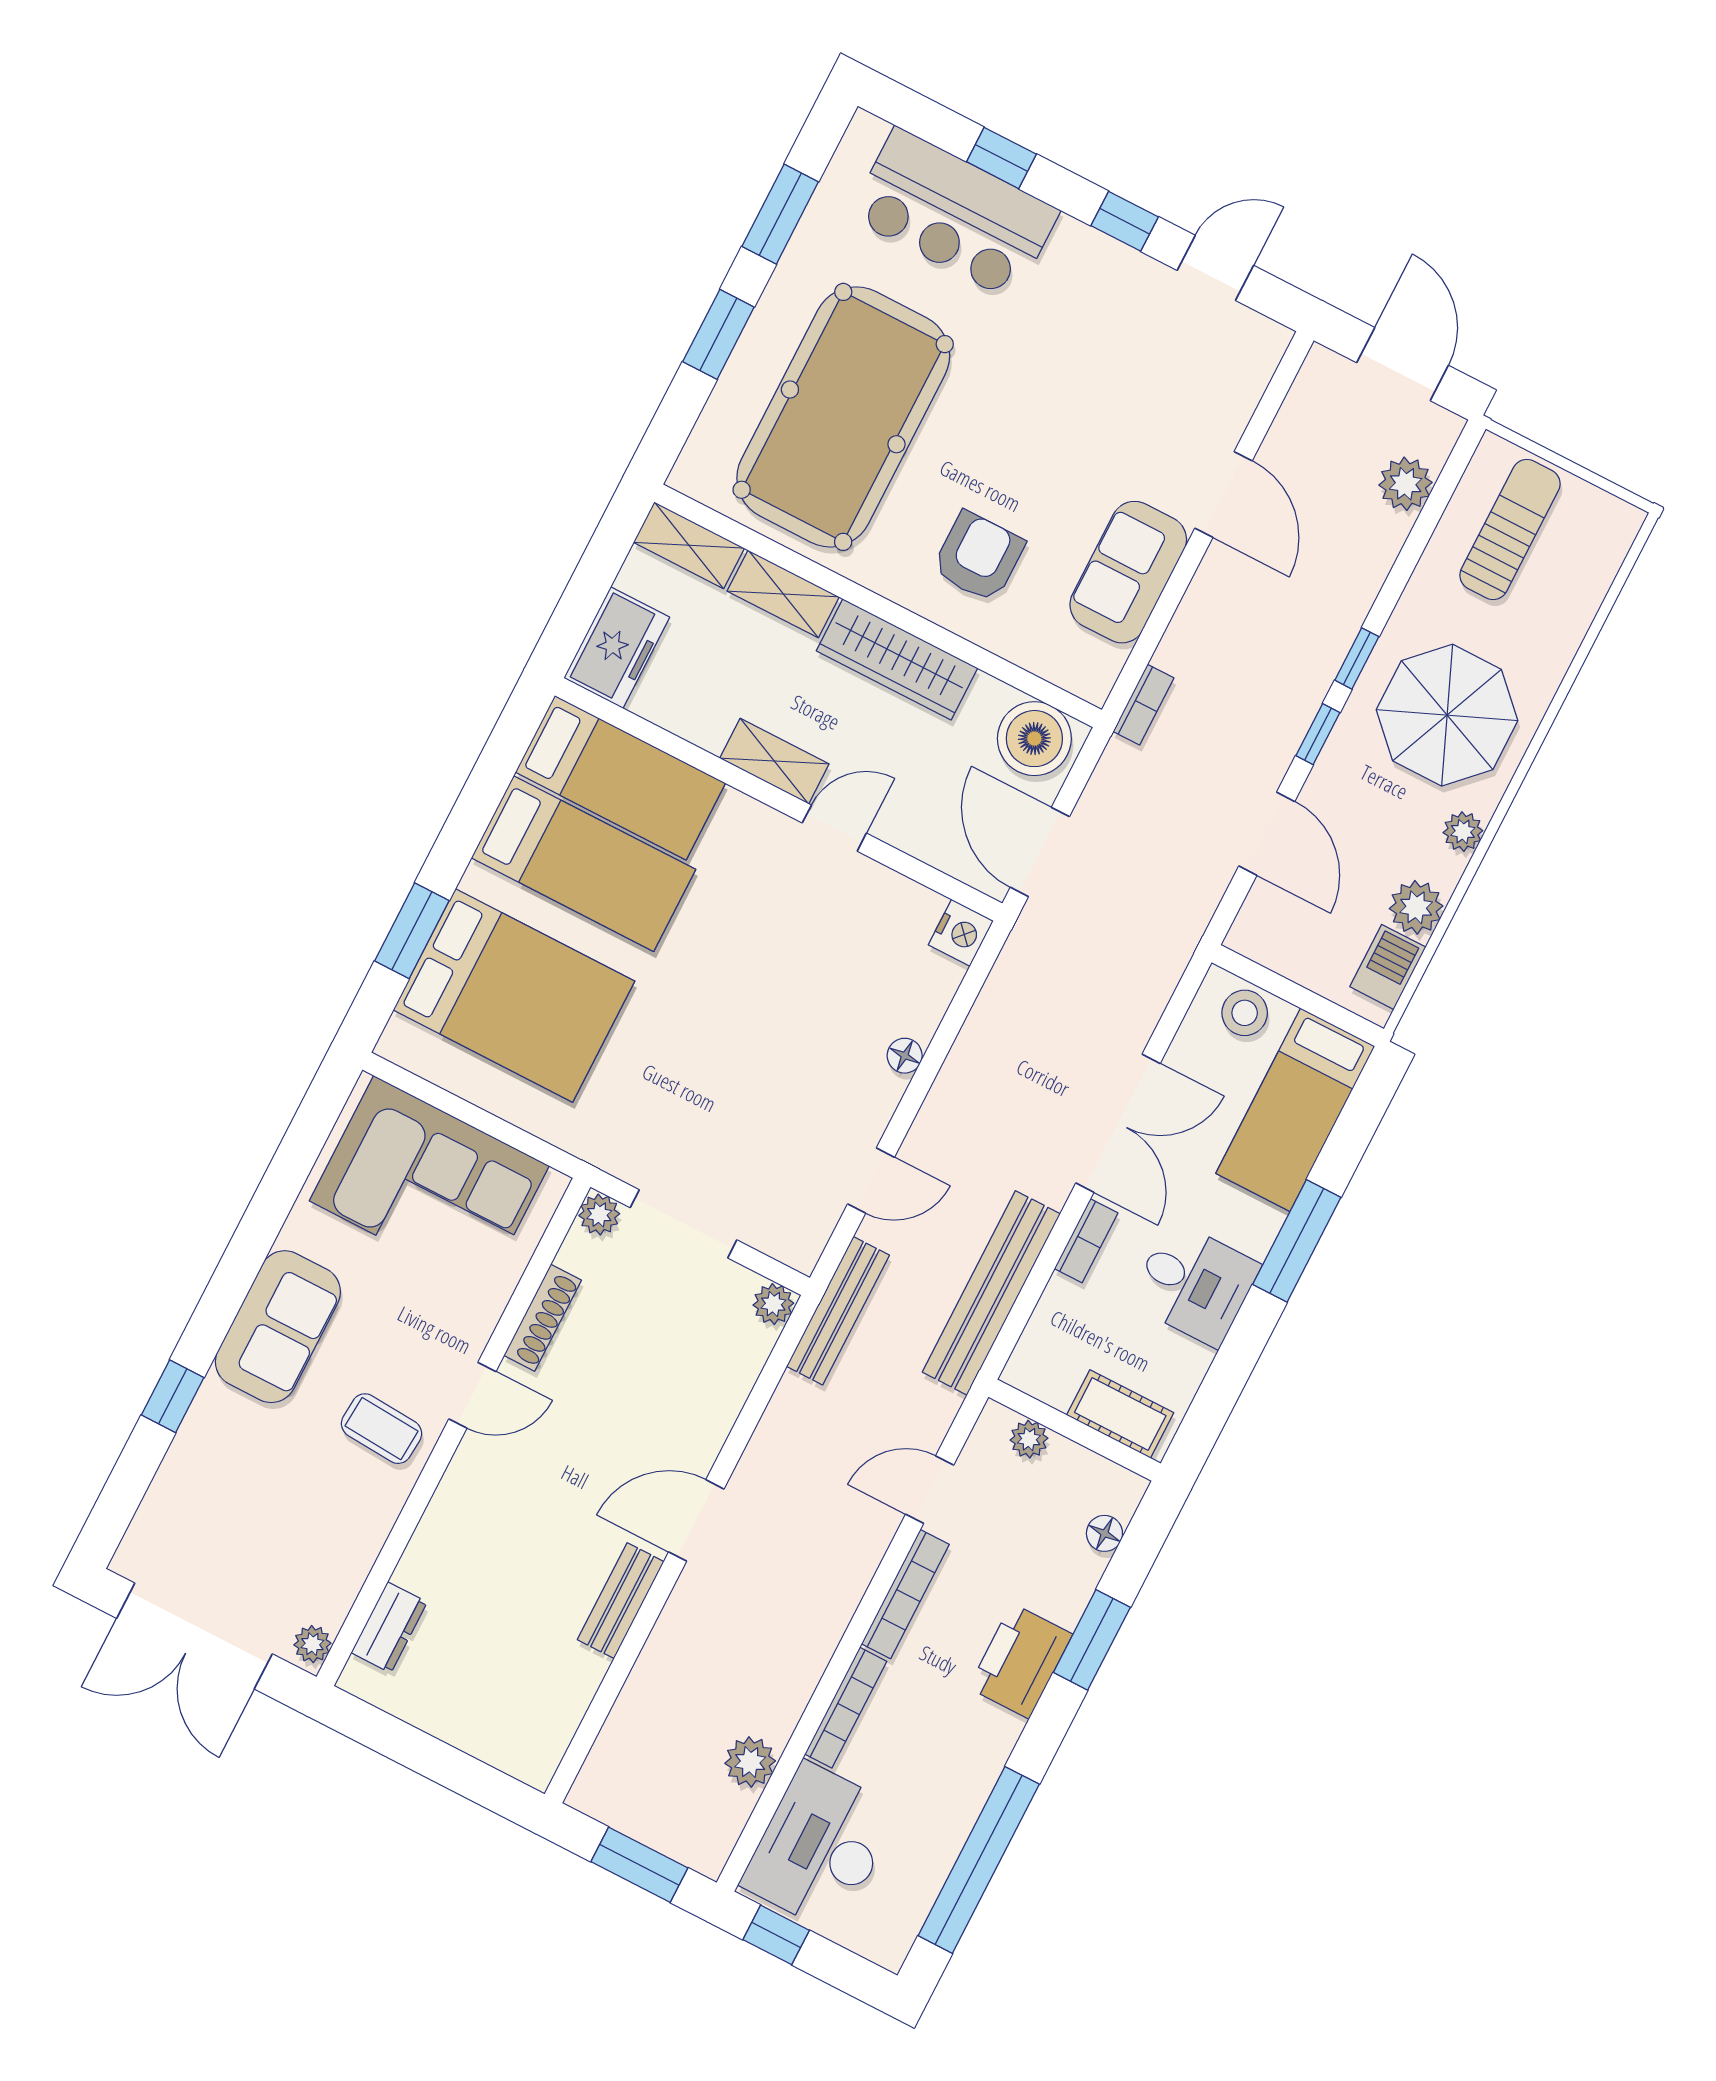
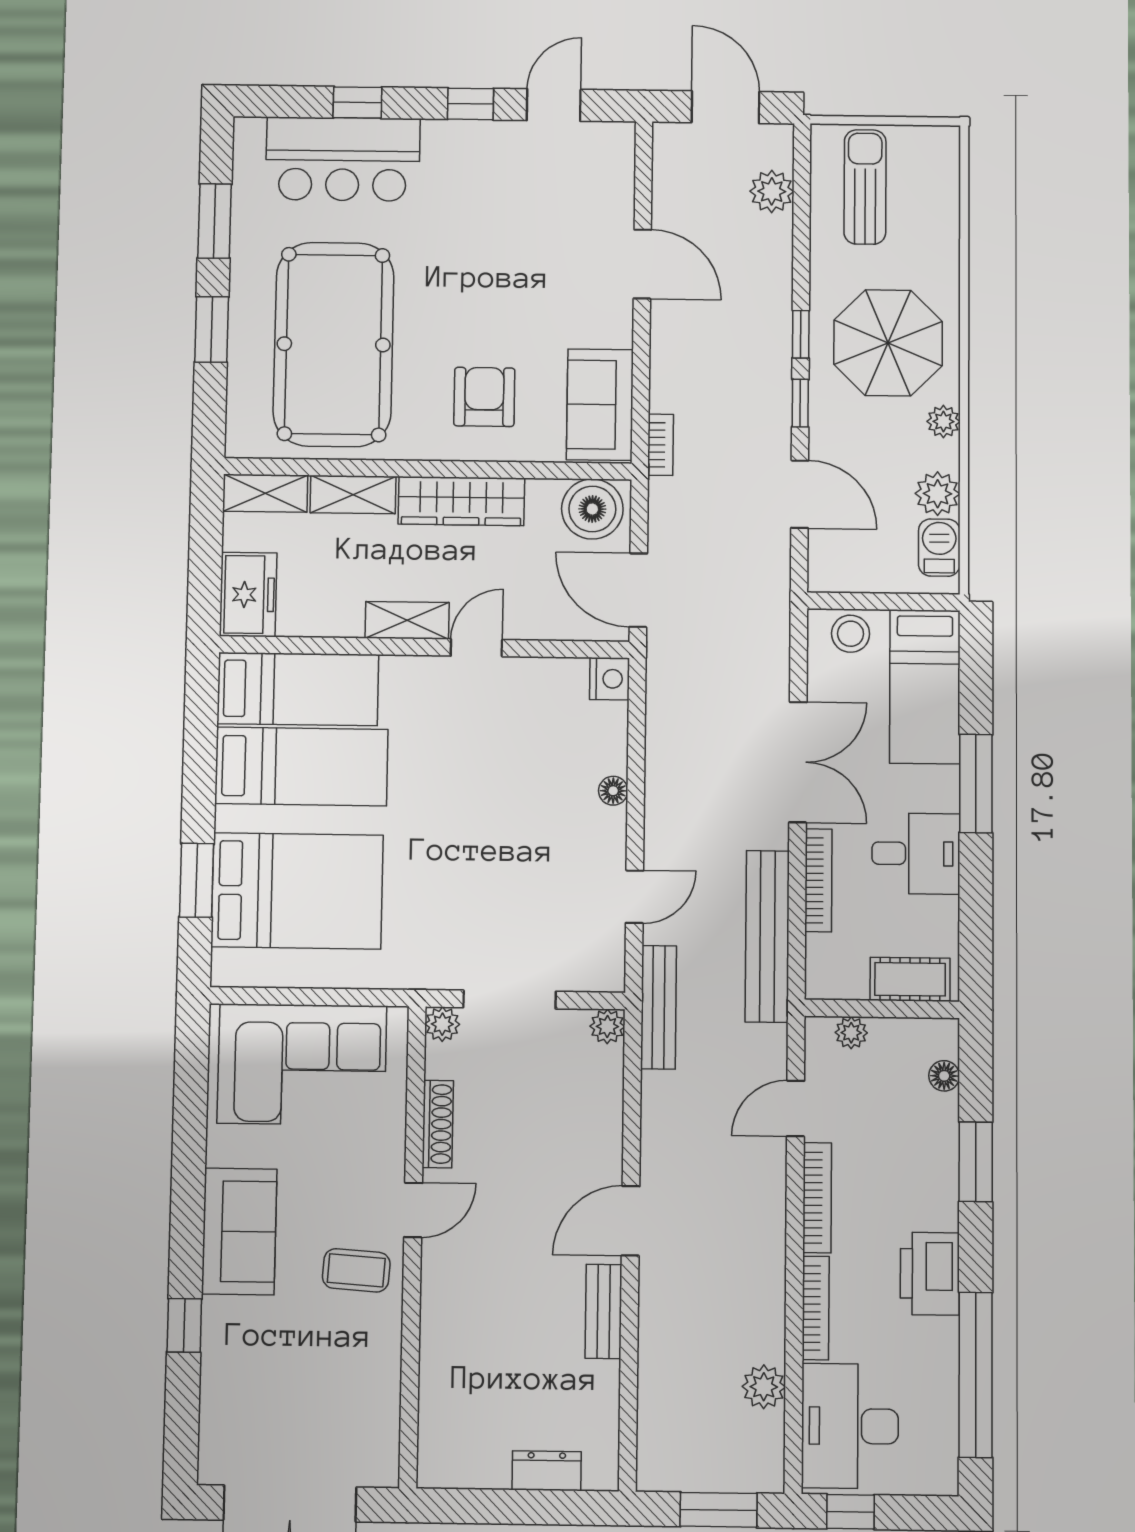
sofa: (1128, 572) -> (600, 405), moved
bookcase: (1086, 1241) -> (818, 880), width x1.56
dresser: (389, 1627) -> (547, 1471), moved, turned -90
plant: (312, 1644) -> (384, 1464), removed
printer: (1020, 1661) -> (930, 1274), moved

